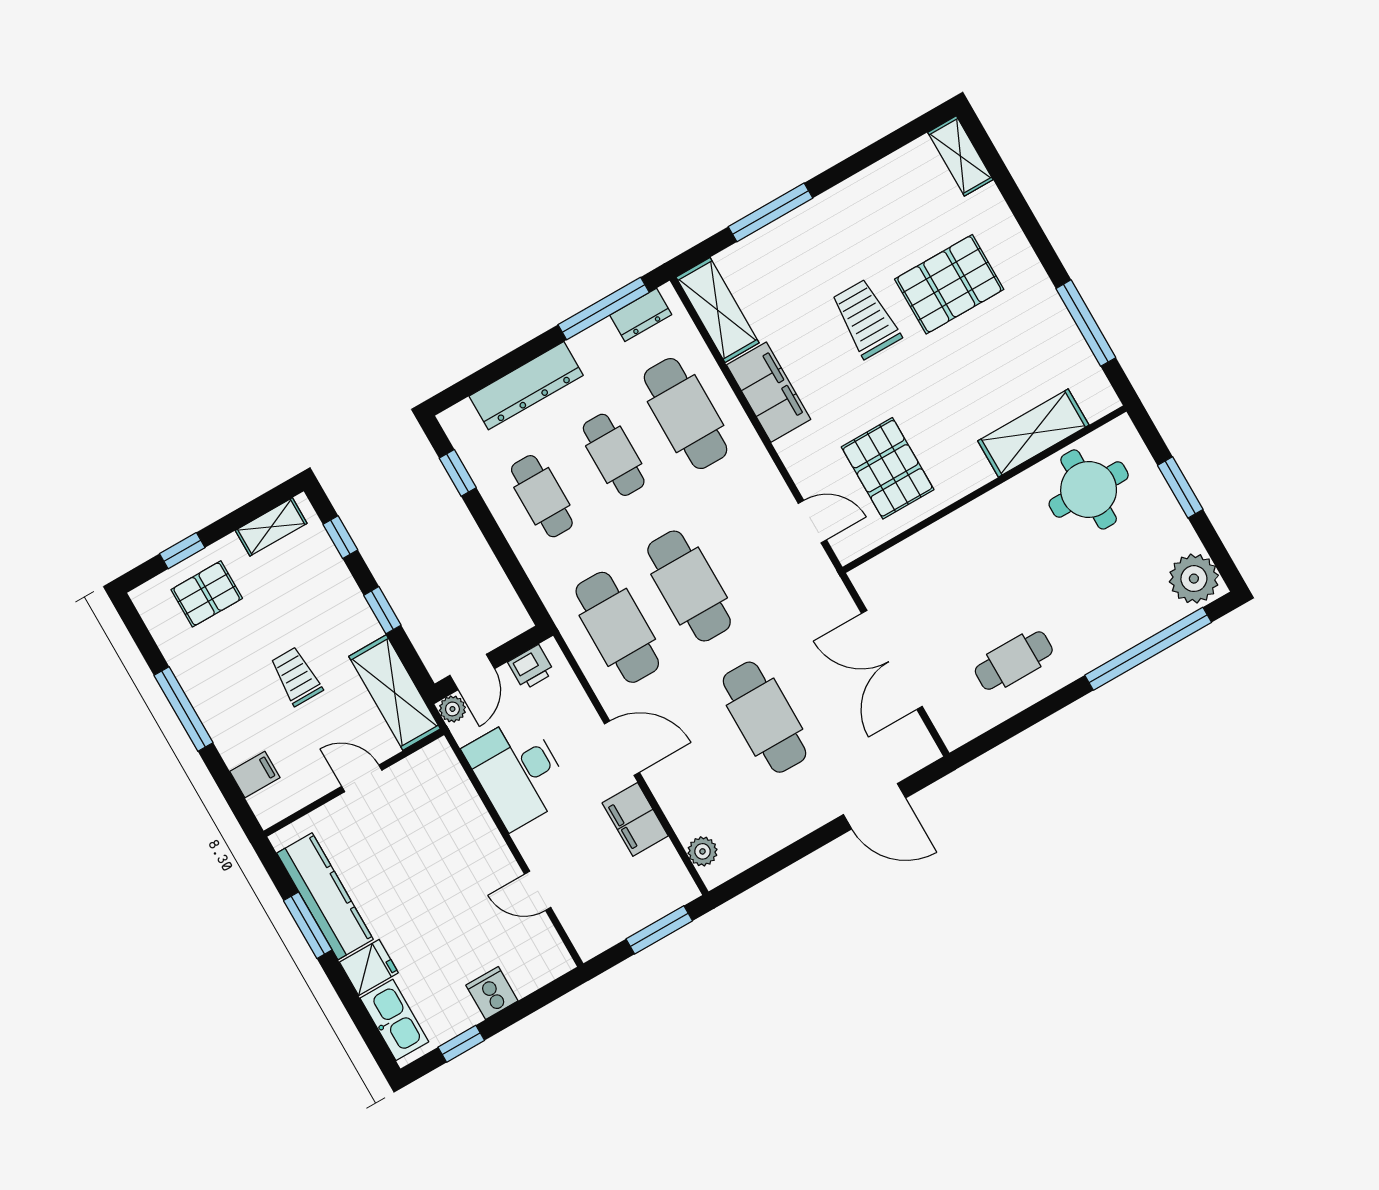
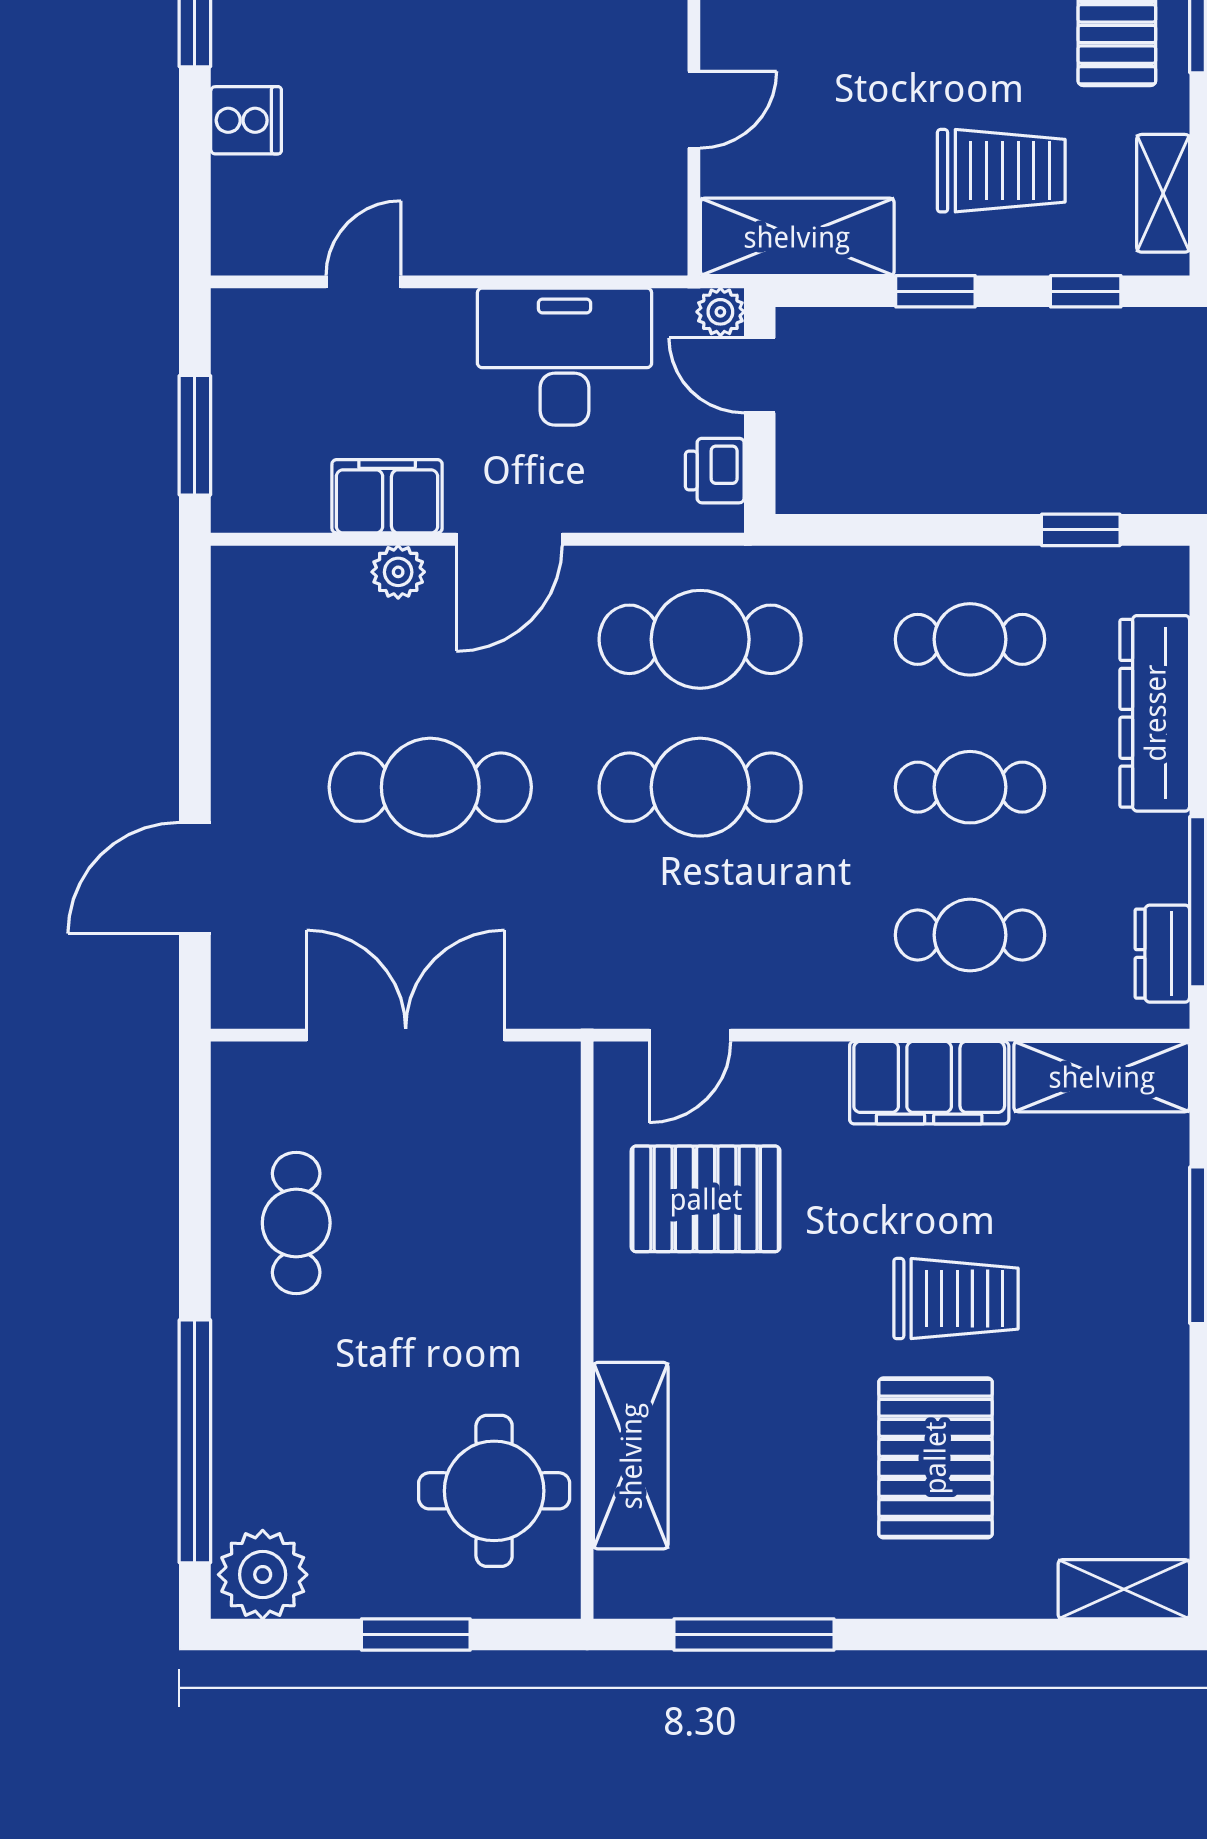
cafe table: (686, 414) -> (970, 935), width x0.73, depth x0.74
trolley: (296, 676) -> (1001, 171), moved, width x1.36, depth x1.39
plant: (703, 851) -> (398, 572), moved

